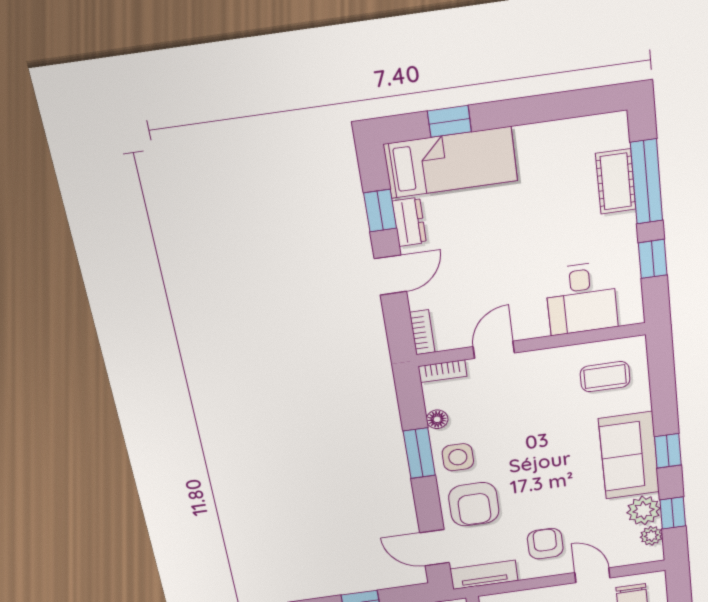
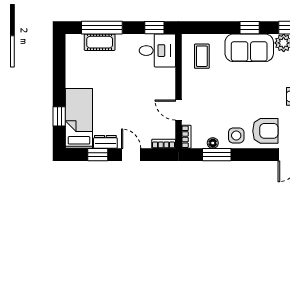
window: (653, 259) -> (154, 28), moved
desk: (581, 298) -> (157, 51), moved
window: (419, 453) -> (217, 155), moved

